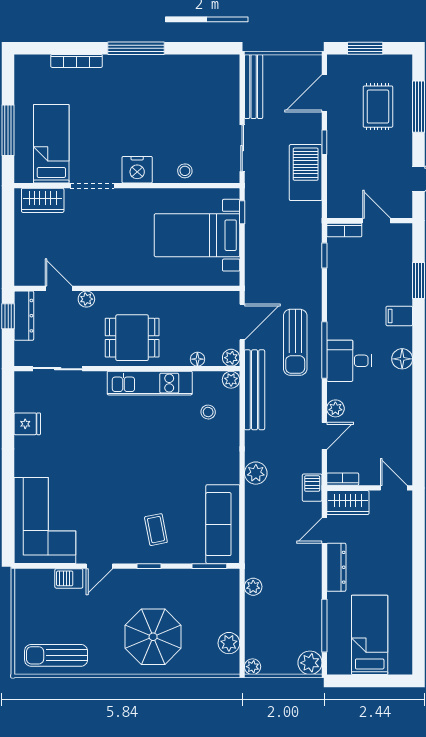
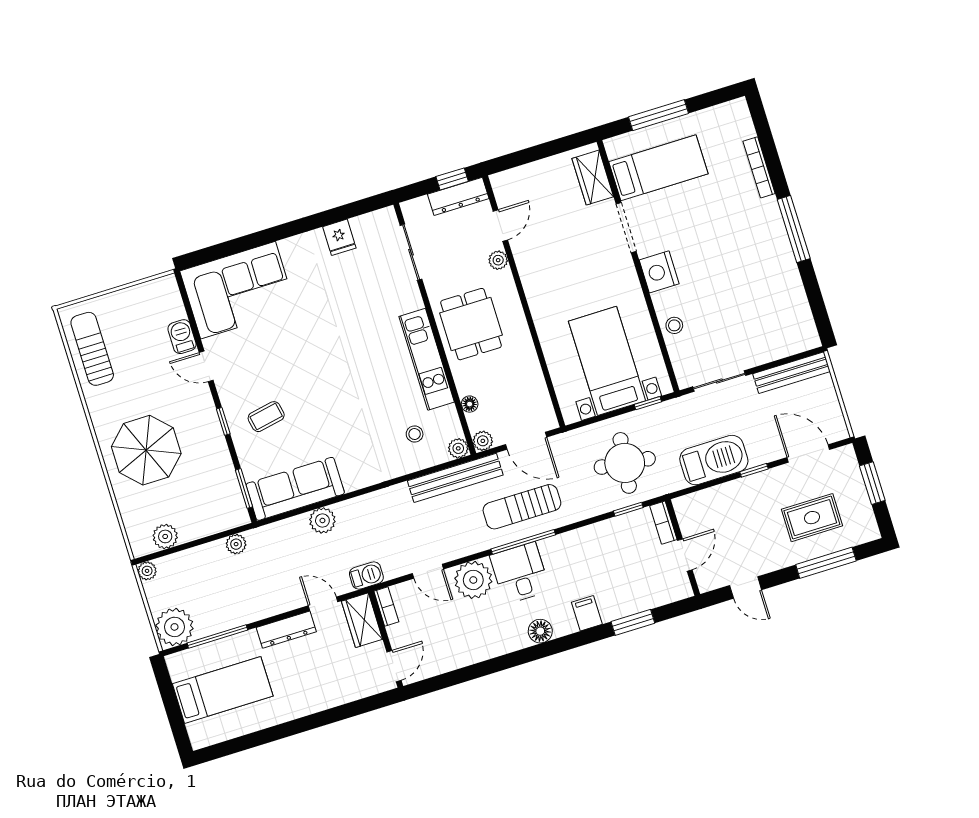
round table: (285, 247) -> (625, 463), added
plant: (335, 408) -> (473, 580), width x1.87, depth x1.87
plant: (256, 473) -> (322, 520), moved
plant: (310, 663) -> (174, 627), width x1.36, depth x1.36

